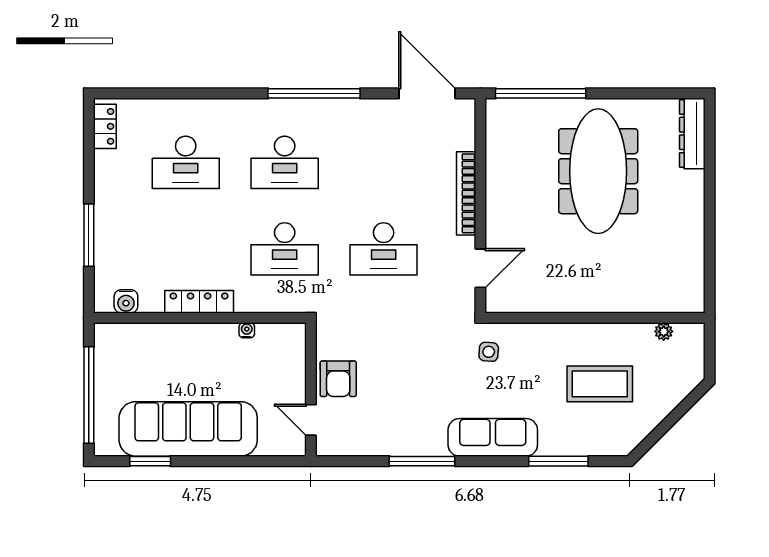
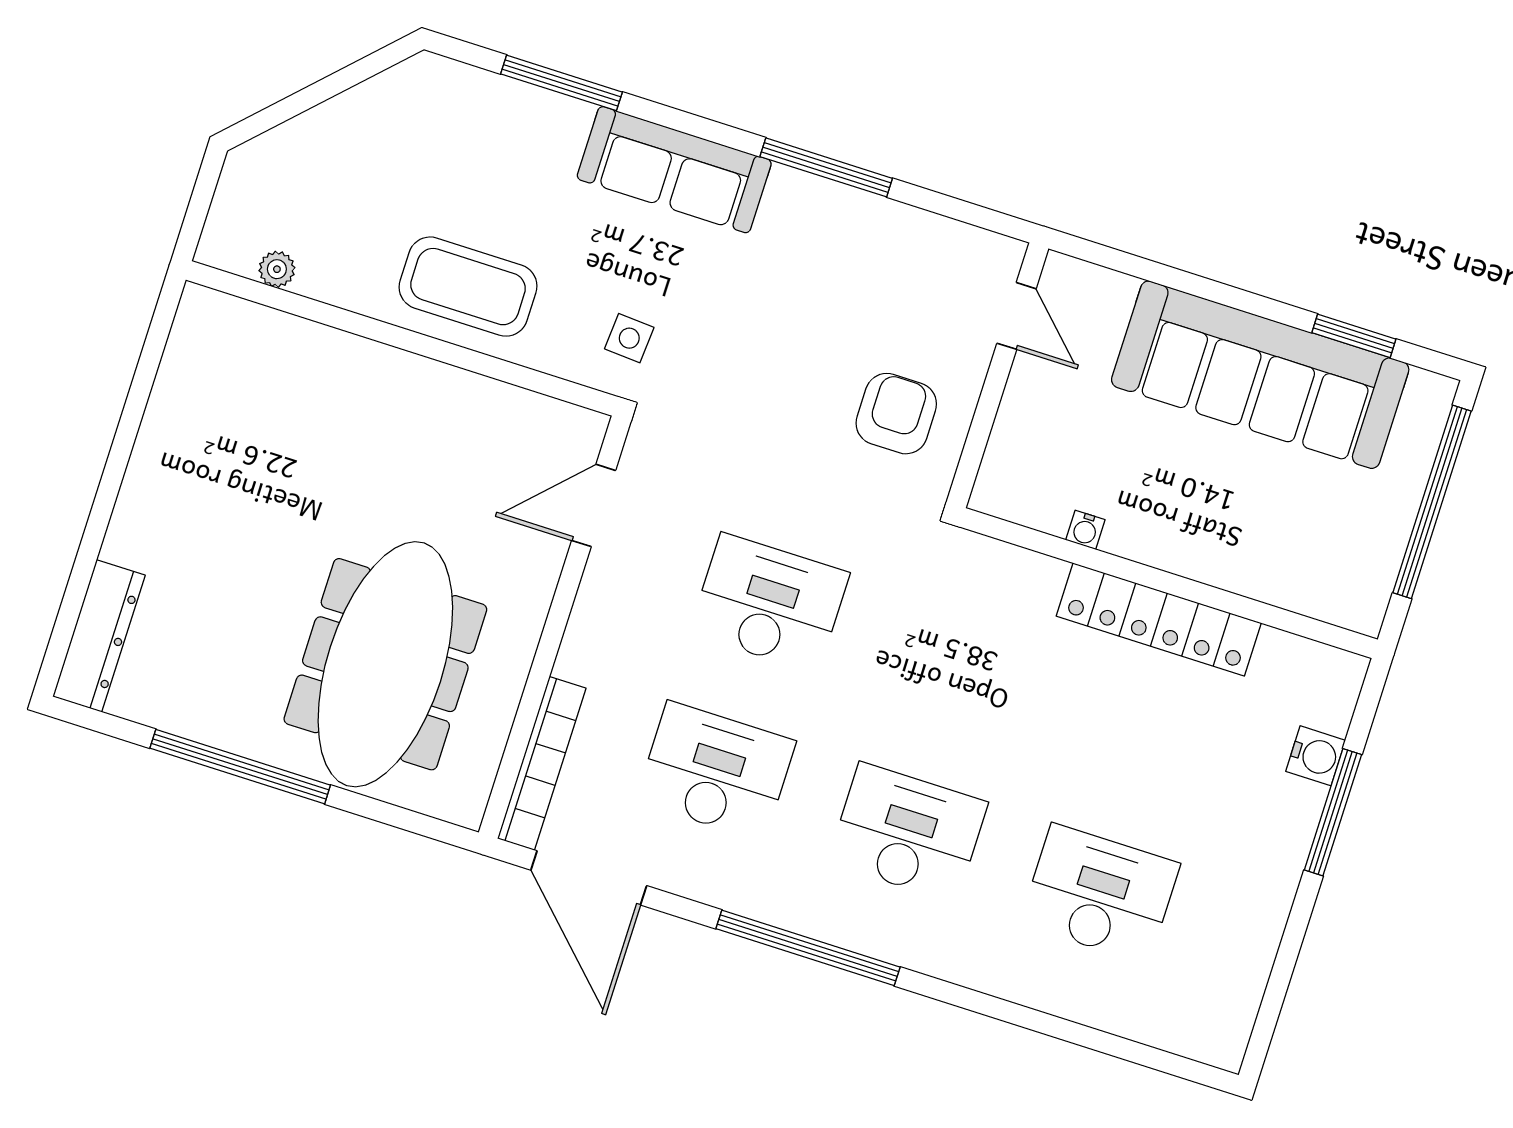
window: (541, 93) -> (240, 767), moved
locker: (105, 126) -> (1234, 1013), removed
meeting table: (598, 171) -> (385, 664), moved
bookcase: (466, 193) -> (542, 763), moved
desk: (285, 249) -> (716, 771), moved
water cooler: (126, 301) -> (1316, 756), moved, turned 90
locker: (199, 302) -> (1159, 619), width x1.41, depth x1.21
armchair: (338, 379) -> (896, 414), moved
coffee table: (600, 384) -> (468, 287), moved

